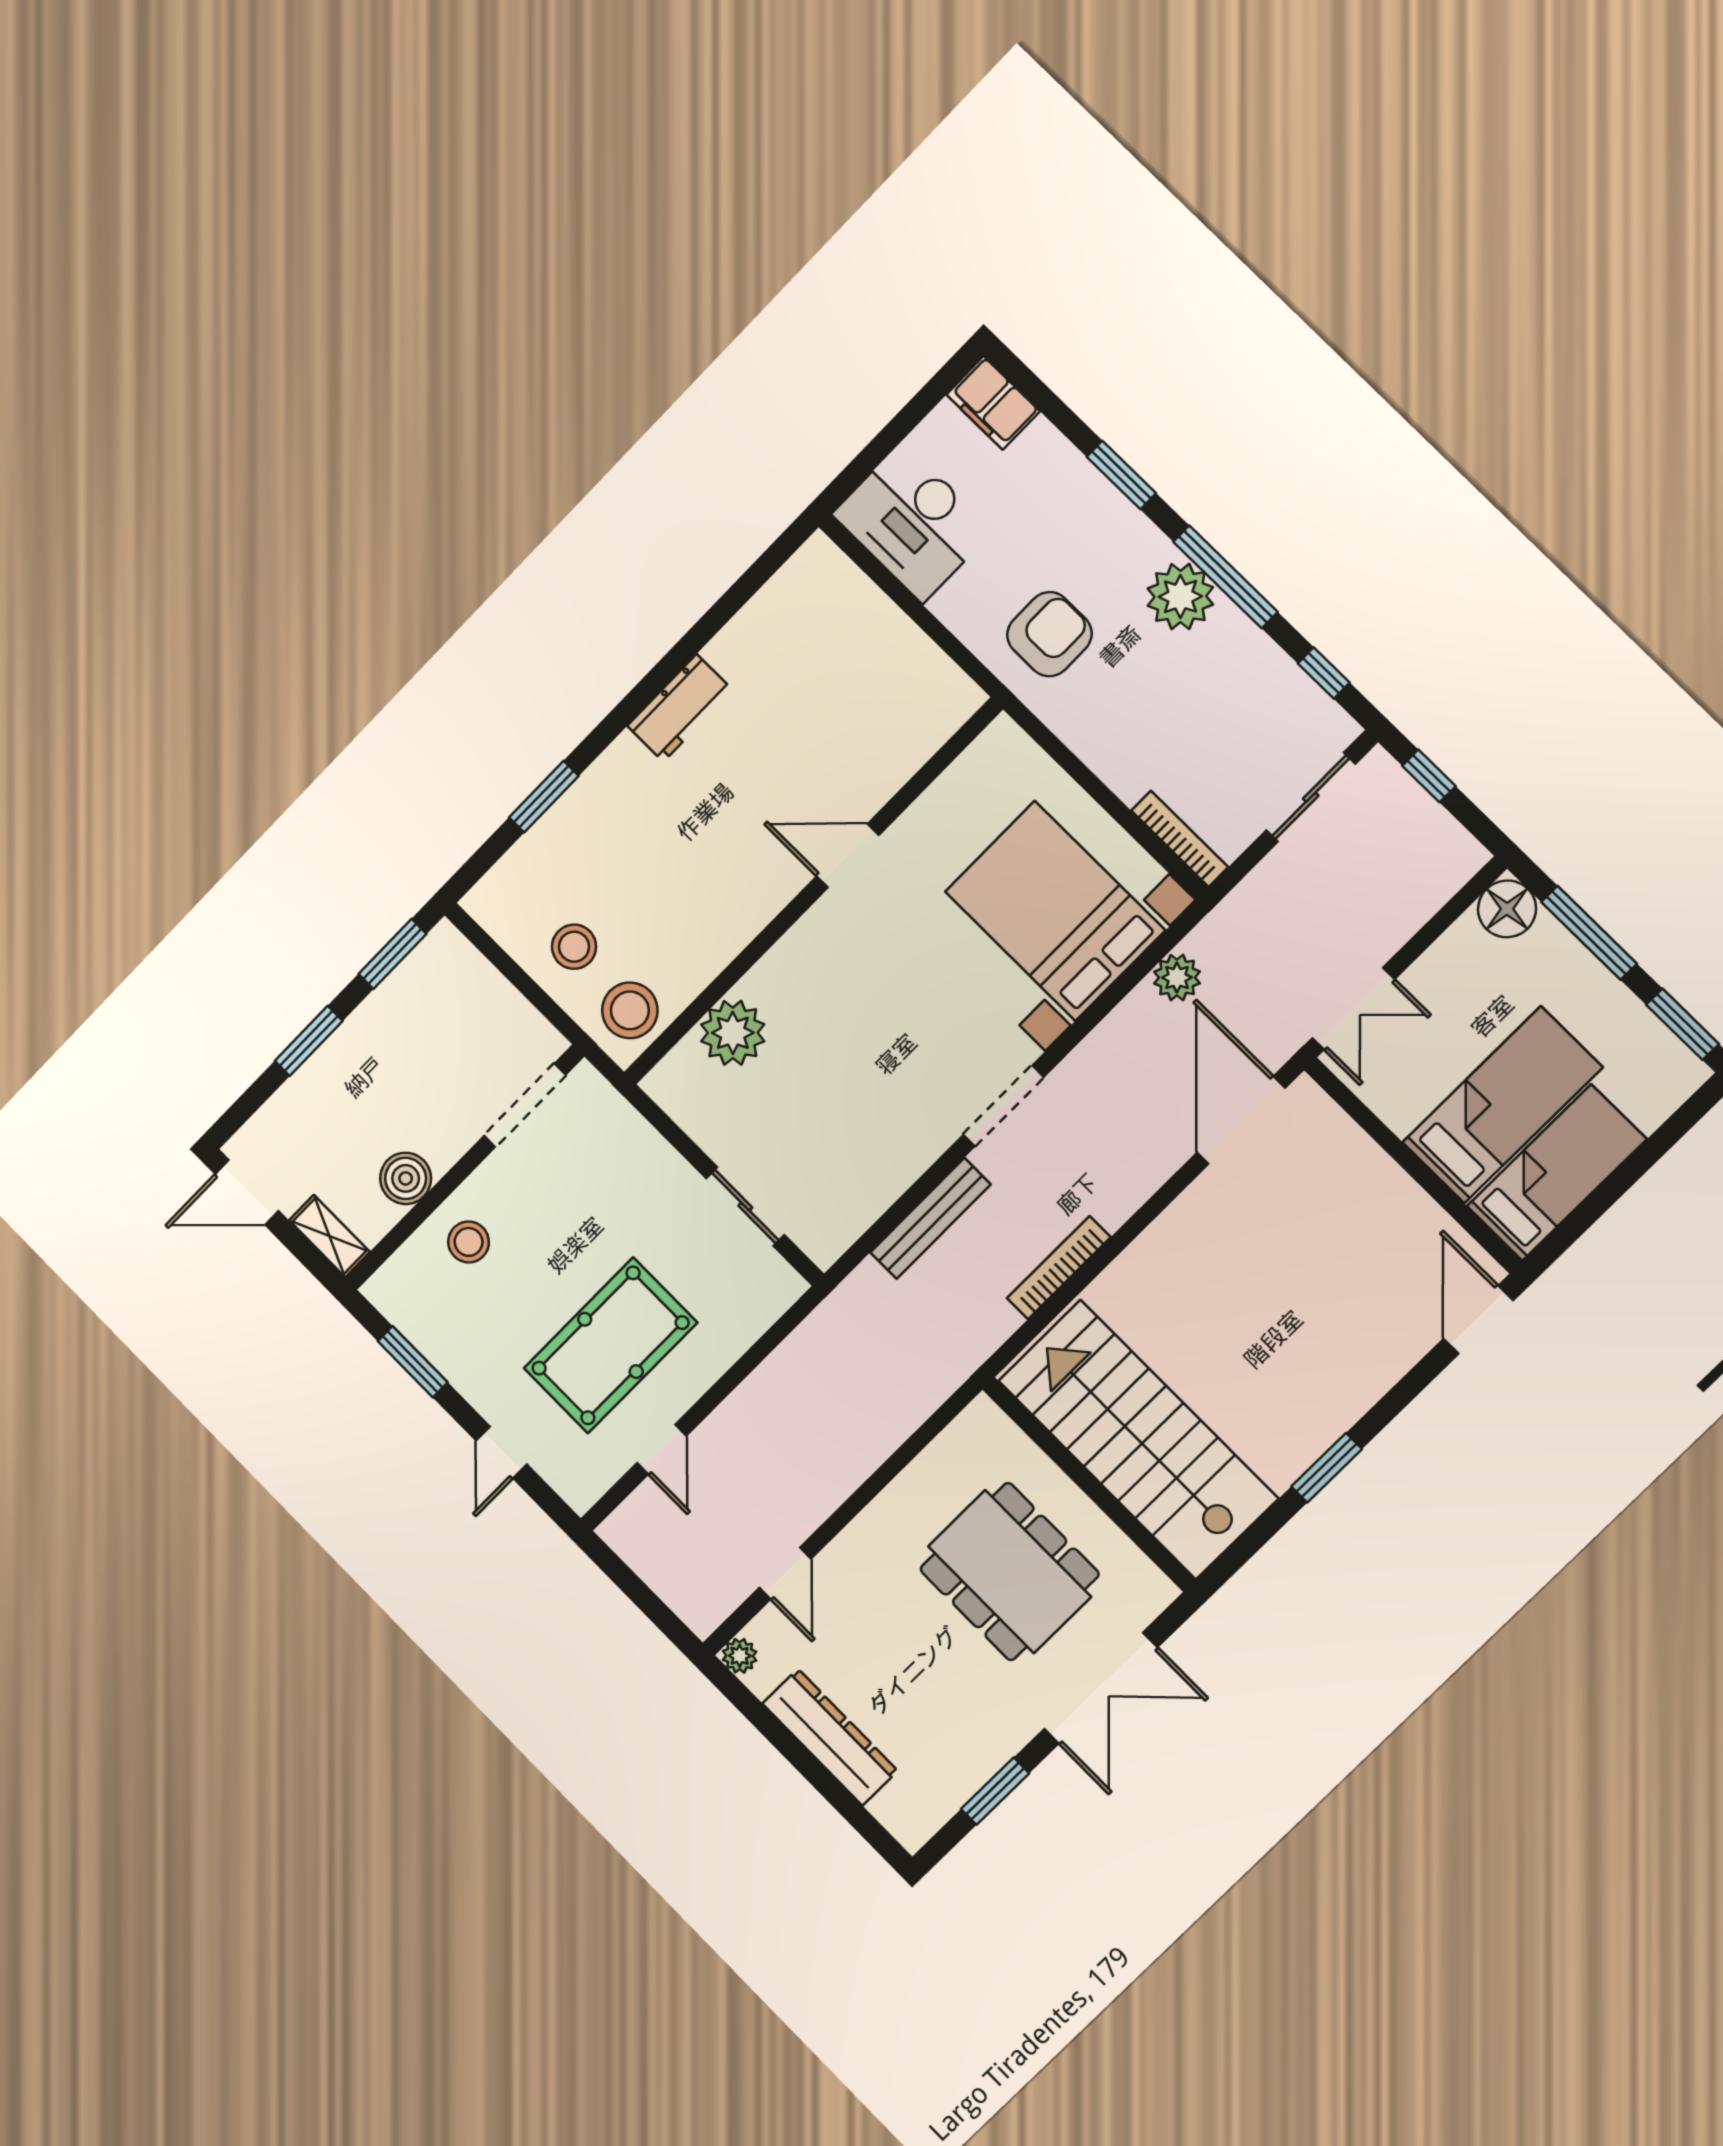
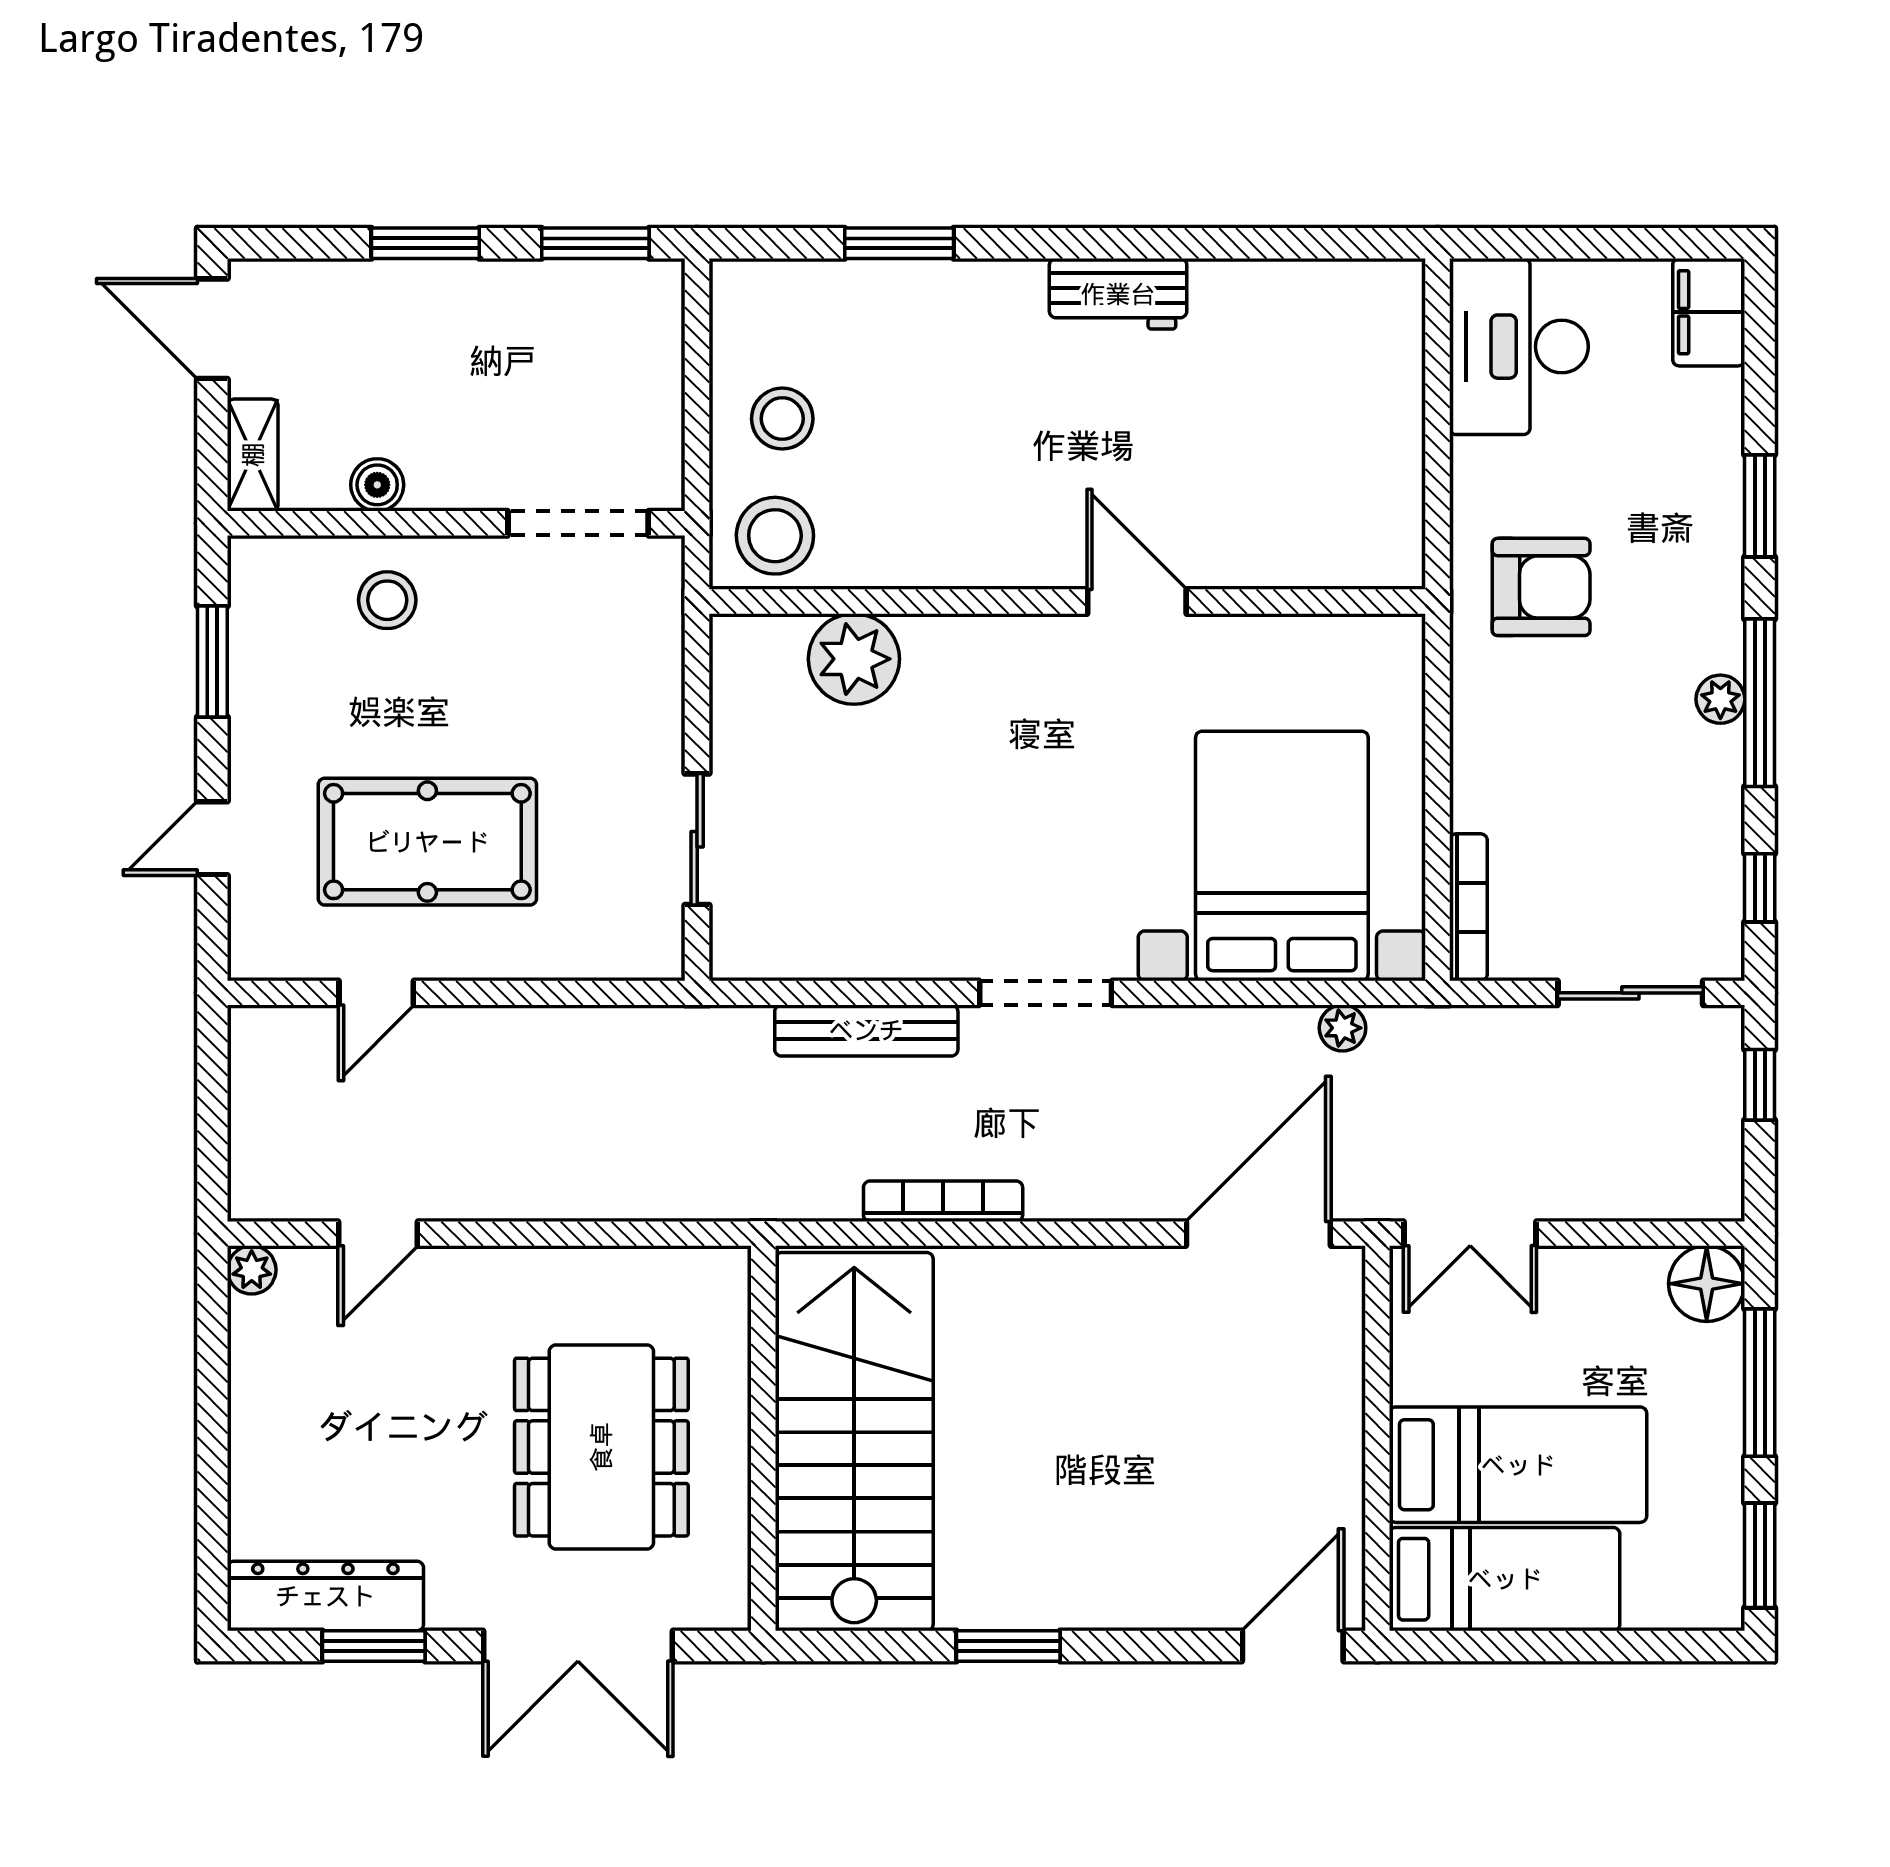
plant: (1180, 597) -> (1720, 699), width x0.53, depth x0.53
plant: (1177, 978) -> (1343, 1028), width x0.73, depth x0.73
boiler: (406, 1178) -> (377, 485), width x0.73, depth x0.73
dresser: (830, 1737) -> (325, 1596), moved, turned -90

